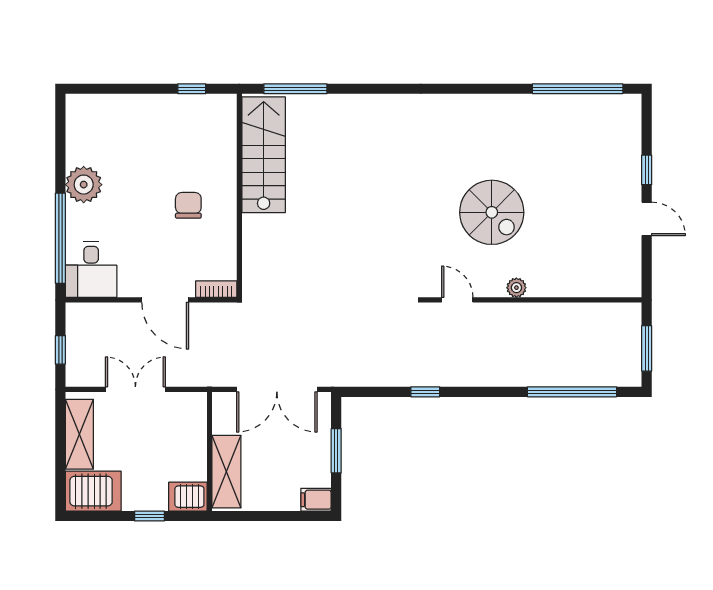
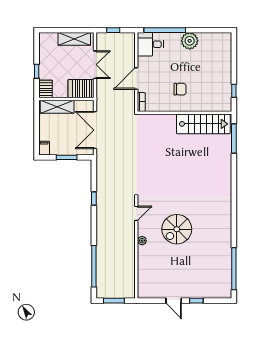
door: (647, 219) -> (174, 301), hinge flipped
server rack: (93, 491) -> (81, 89), moved, turned 90

